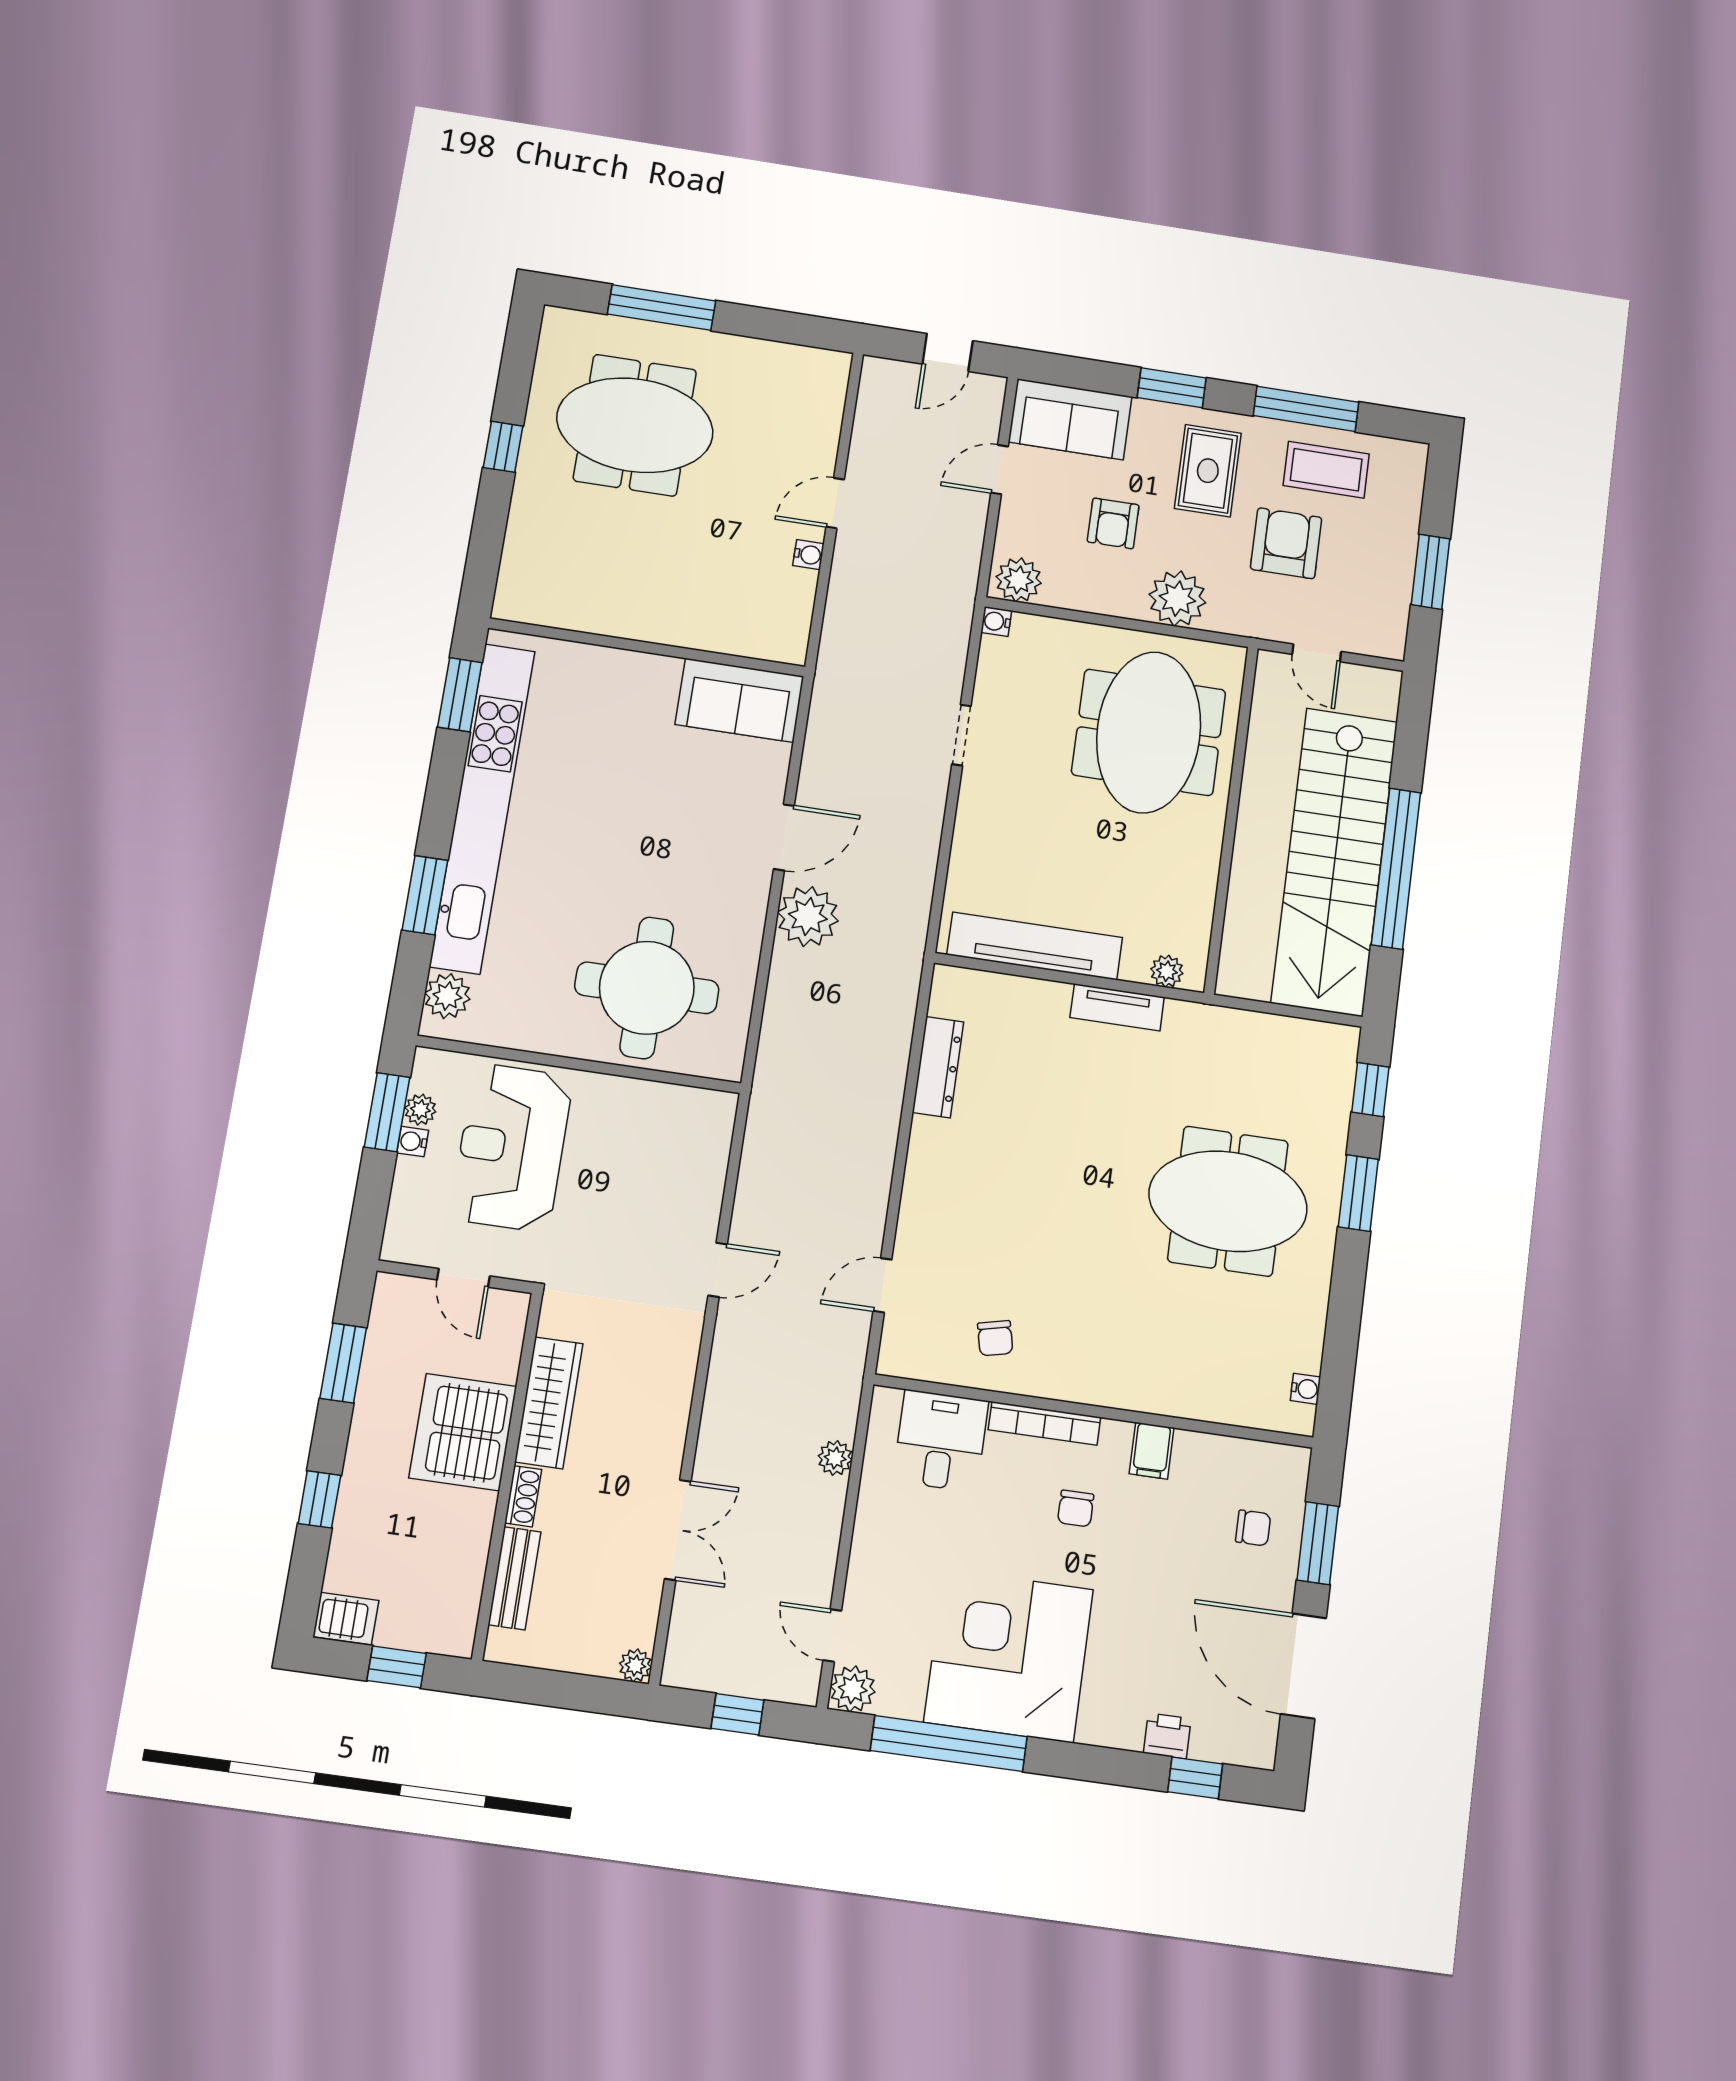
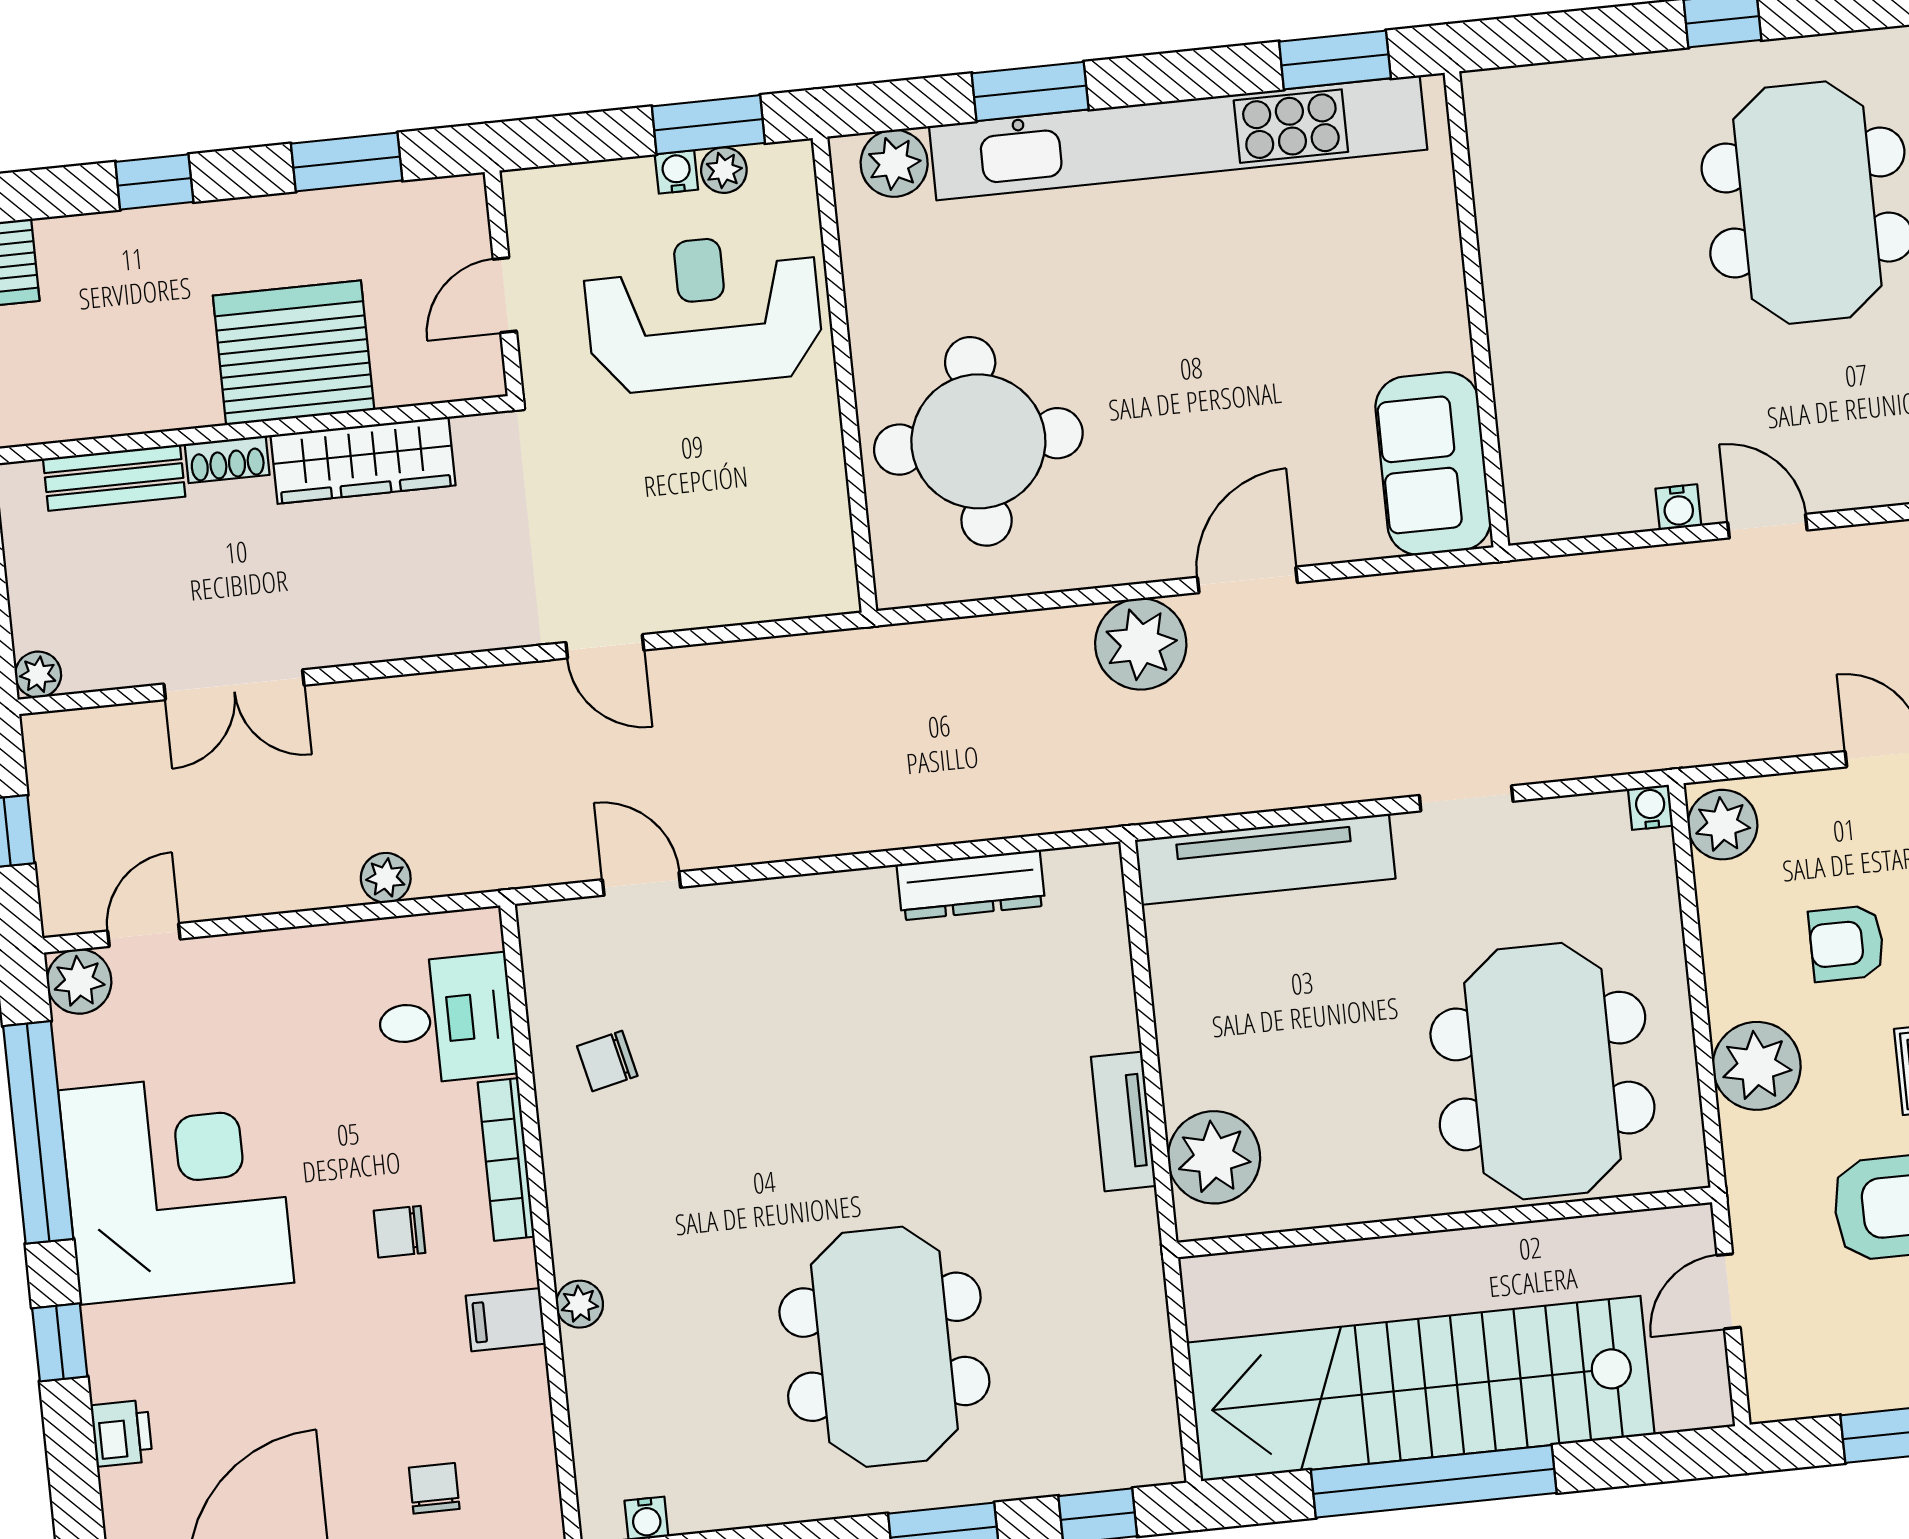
meeting table: (1149, 732) -> (1542, 1071), turned 90
door: (784, 837) -> (1247, 580), swing flipped
tv unit: (1035, 946) -> (1265, 859), moved, turned 90
plant: (1167, 971) -> (1214, 1157), width x1.87, depth x1.87
plant: (1153, 1398) -> (580, 1304), added
chair: (1253, 1528) -> (434, 1488), turned 180
window: (1195, 1778) -> (60, 1342), moved

